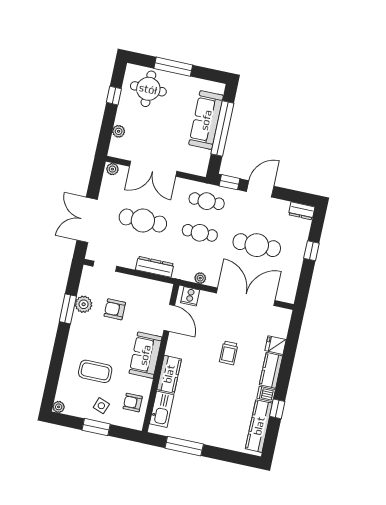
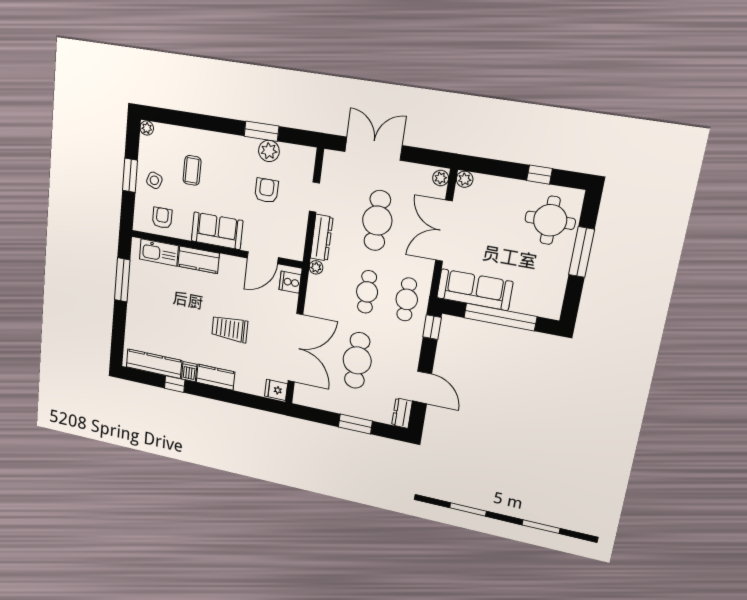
sofa: (206, 120) -> (475, 290), moved
plant: (119, 131) -> (465, 179), moved
door: (260, 189) -> (422, 387), moved
window: (311, 251) -> (355, 424), width x1.50
doorway: (105, 266) -> (314, 197), moved
plant: (200, 278) -> (316, 267), moved
fridge: (276, 345) -> (276, 390), moved, turned -90
trolley: (229, 353) -> (230, 329), width x1.36, depth x1.39
coffee table: (95, 371) -> (192, 170), width x0.73, depth x0.77

